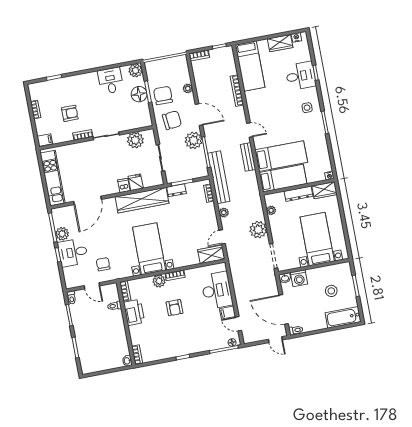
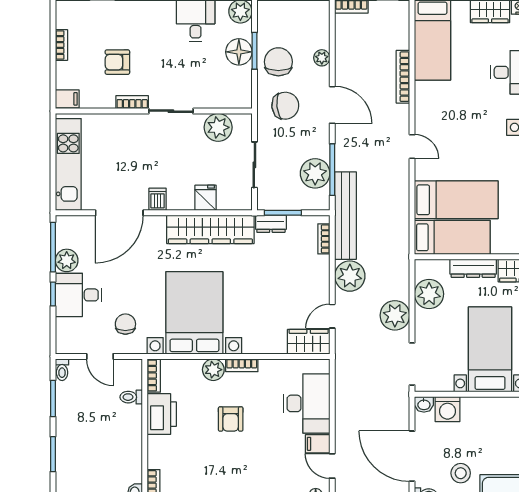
armchair: (70, 113) -> (117, 62), turned 180
plant: (194, 140) -> (315, 173), moved
bench: (248, 157) -> (401, 191), removed
dishwasher: (124, 185) -> (158, 199), moved
plant: (271, 210) -> (429, 294), width x1.88, depth x1.88
plant: (224, 213) -> (350, 276), width x1.88, depth x1.88
bed with nightstands: (149, 249) -> (194, 313), width x1.36
stool: (331, 291) -> (461, 473), moved

